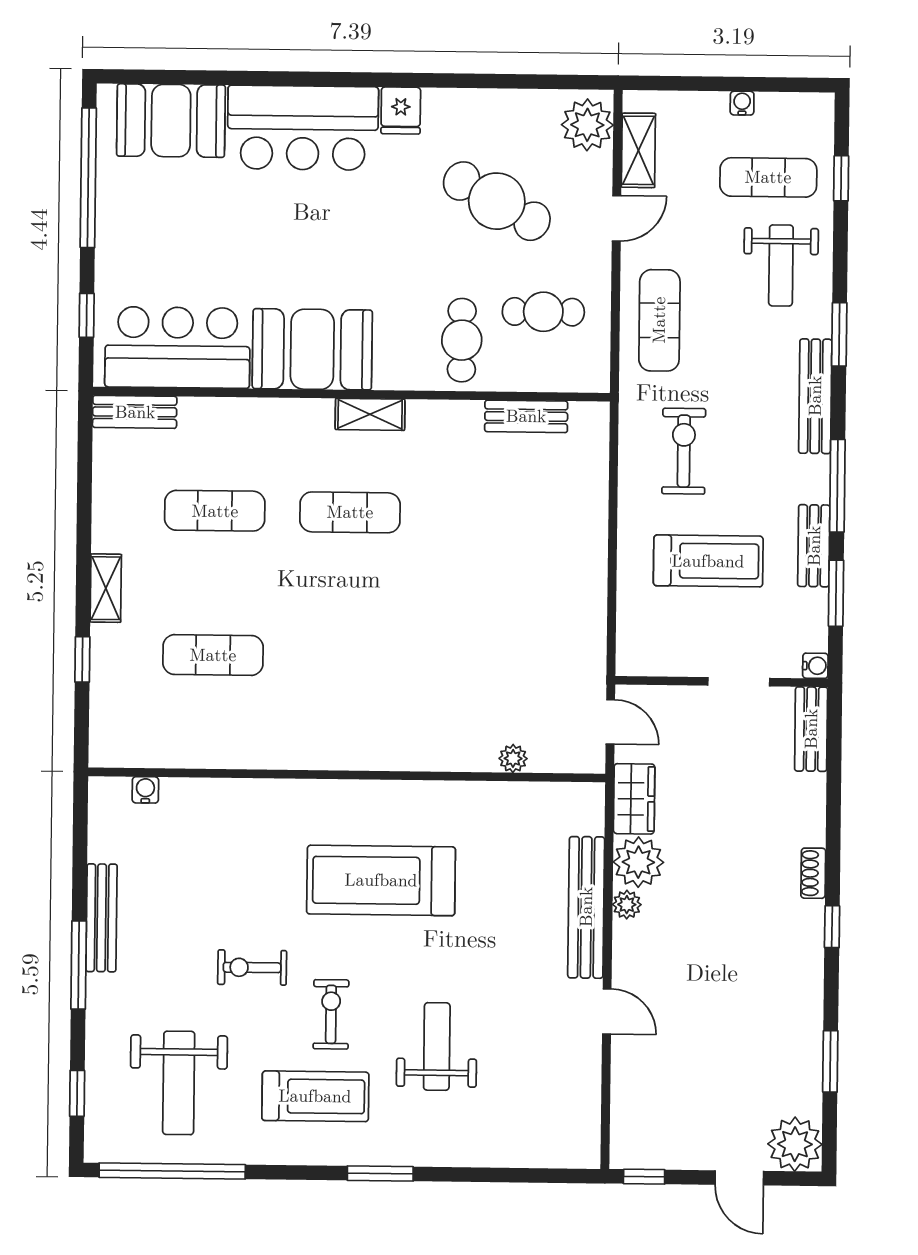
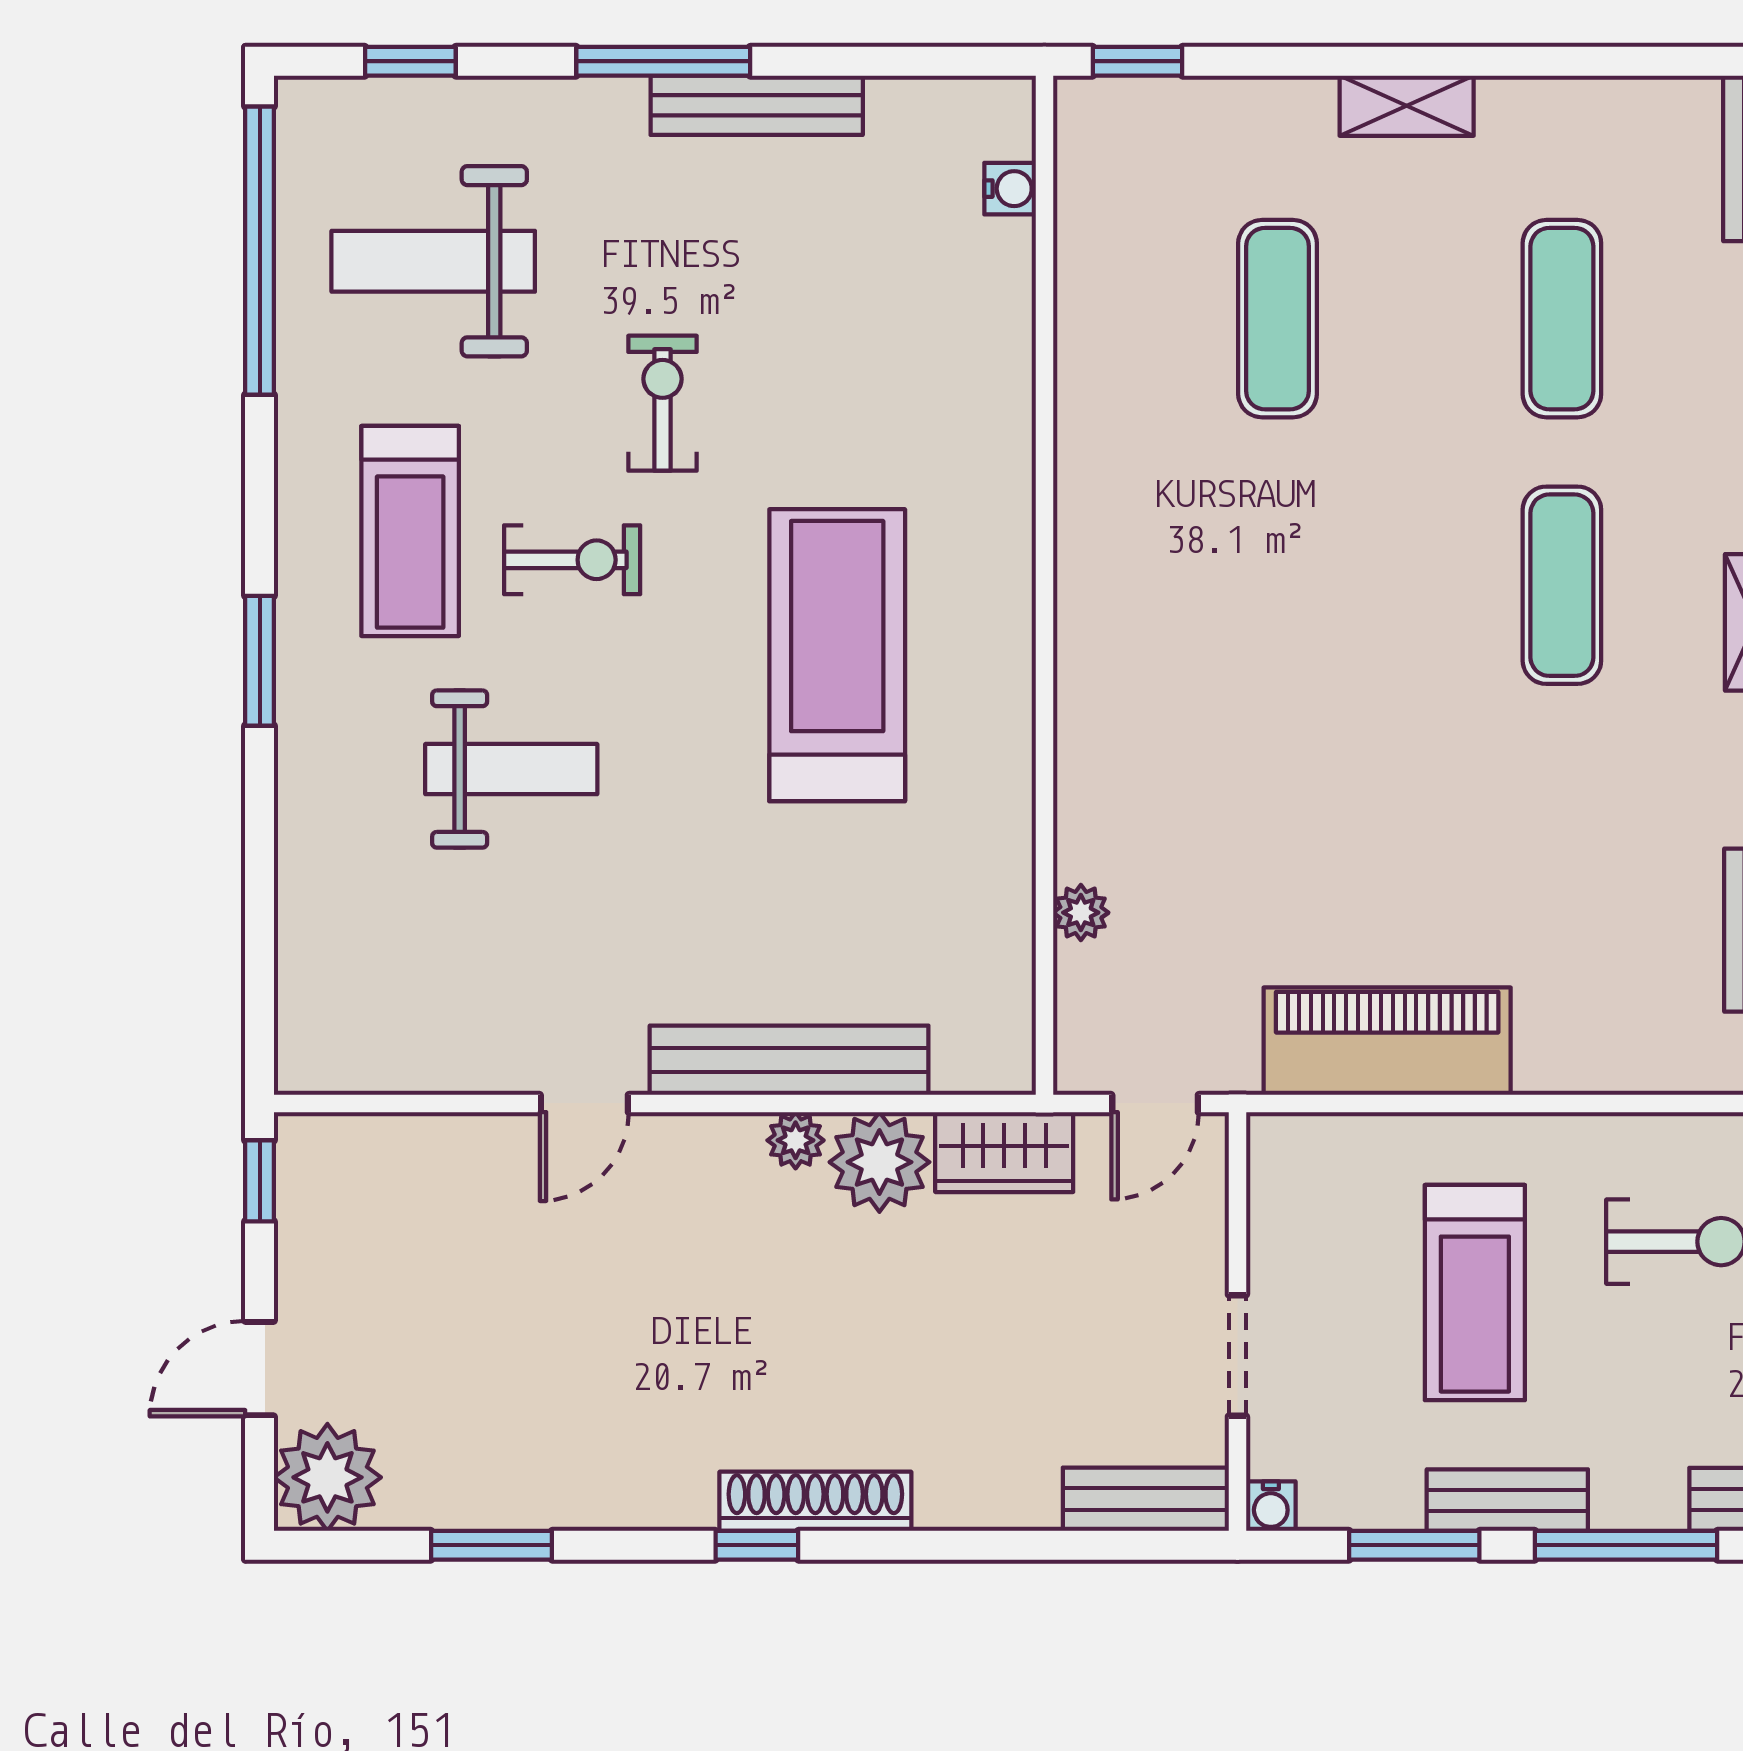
piano: (580, 604) -> (1387, 1041), added
window: (82, 659) -> (1138, 61), moved
shoe rack: (813, 873) -> (815, 1501), width x1.94, depth x1.24

